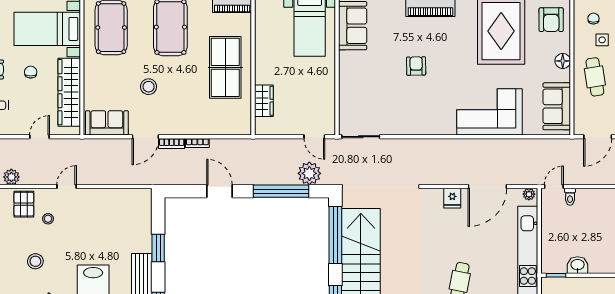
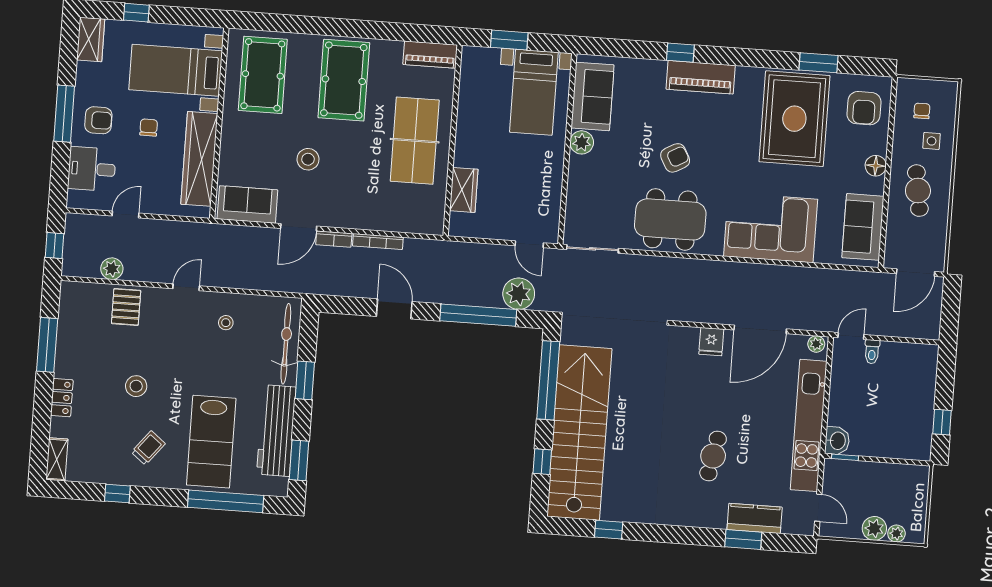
plant: (347, 60) -> (582, 142), added
armchair: (416, 66) -> (675, 158), turned 62
dining table: (416, 111) -> (670, 219), added
door: (40, 137) -> (126, 215), moved
bookcase: (197, 143) -> (378, 242), width x1.56
stool: (48, 219) -> (226, 323), moved
bicycle: (142, 222) -> (286, 344), added
washbasin: (578, 265) -> (837, 441), moved, turned 90

